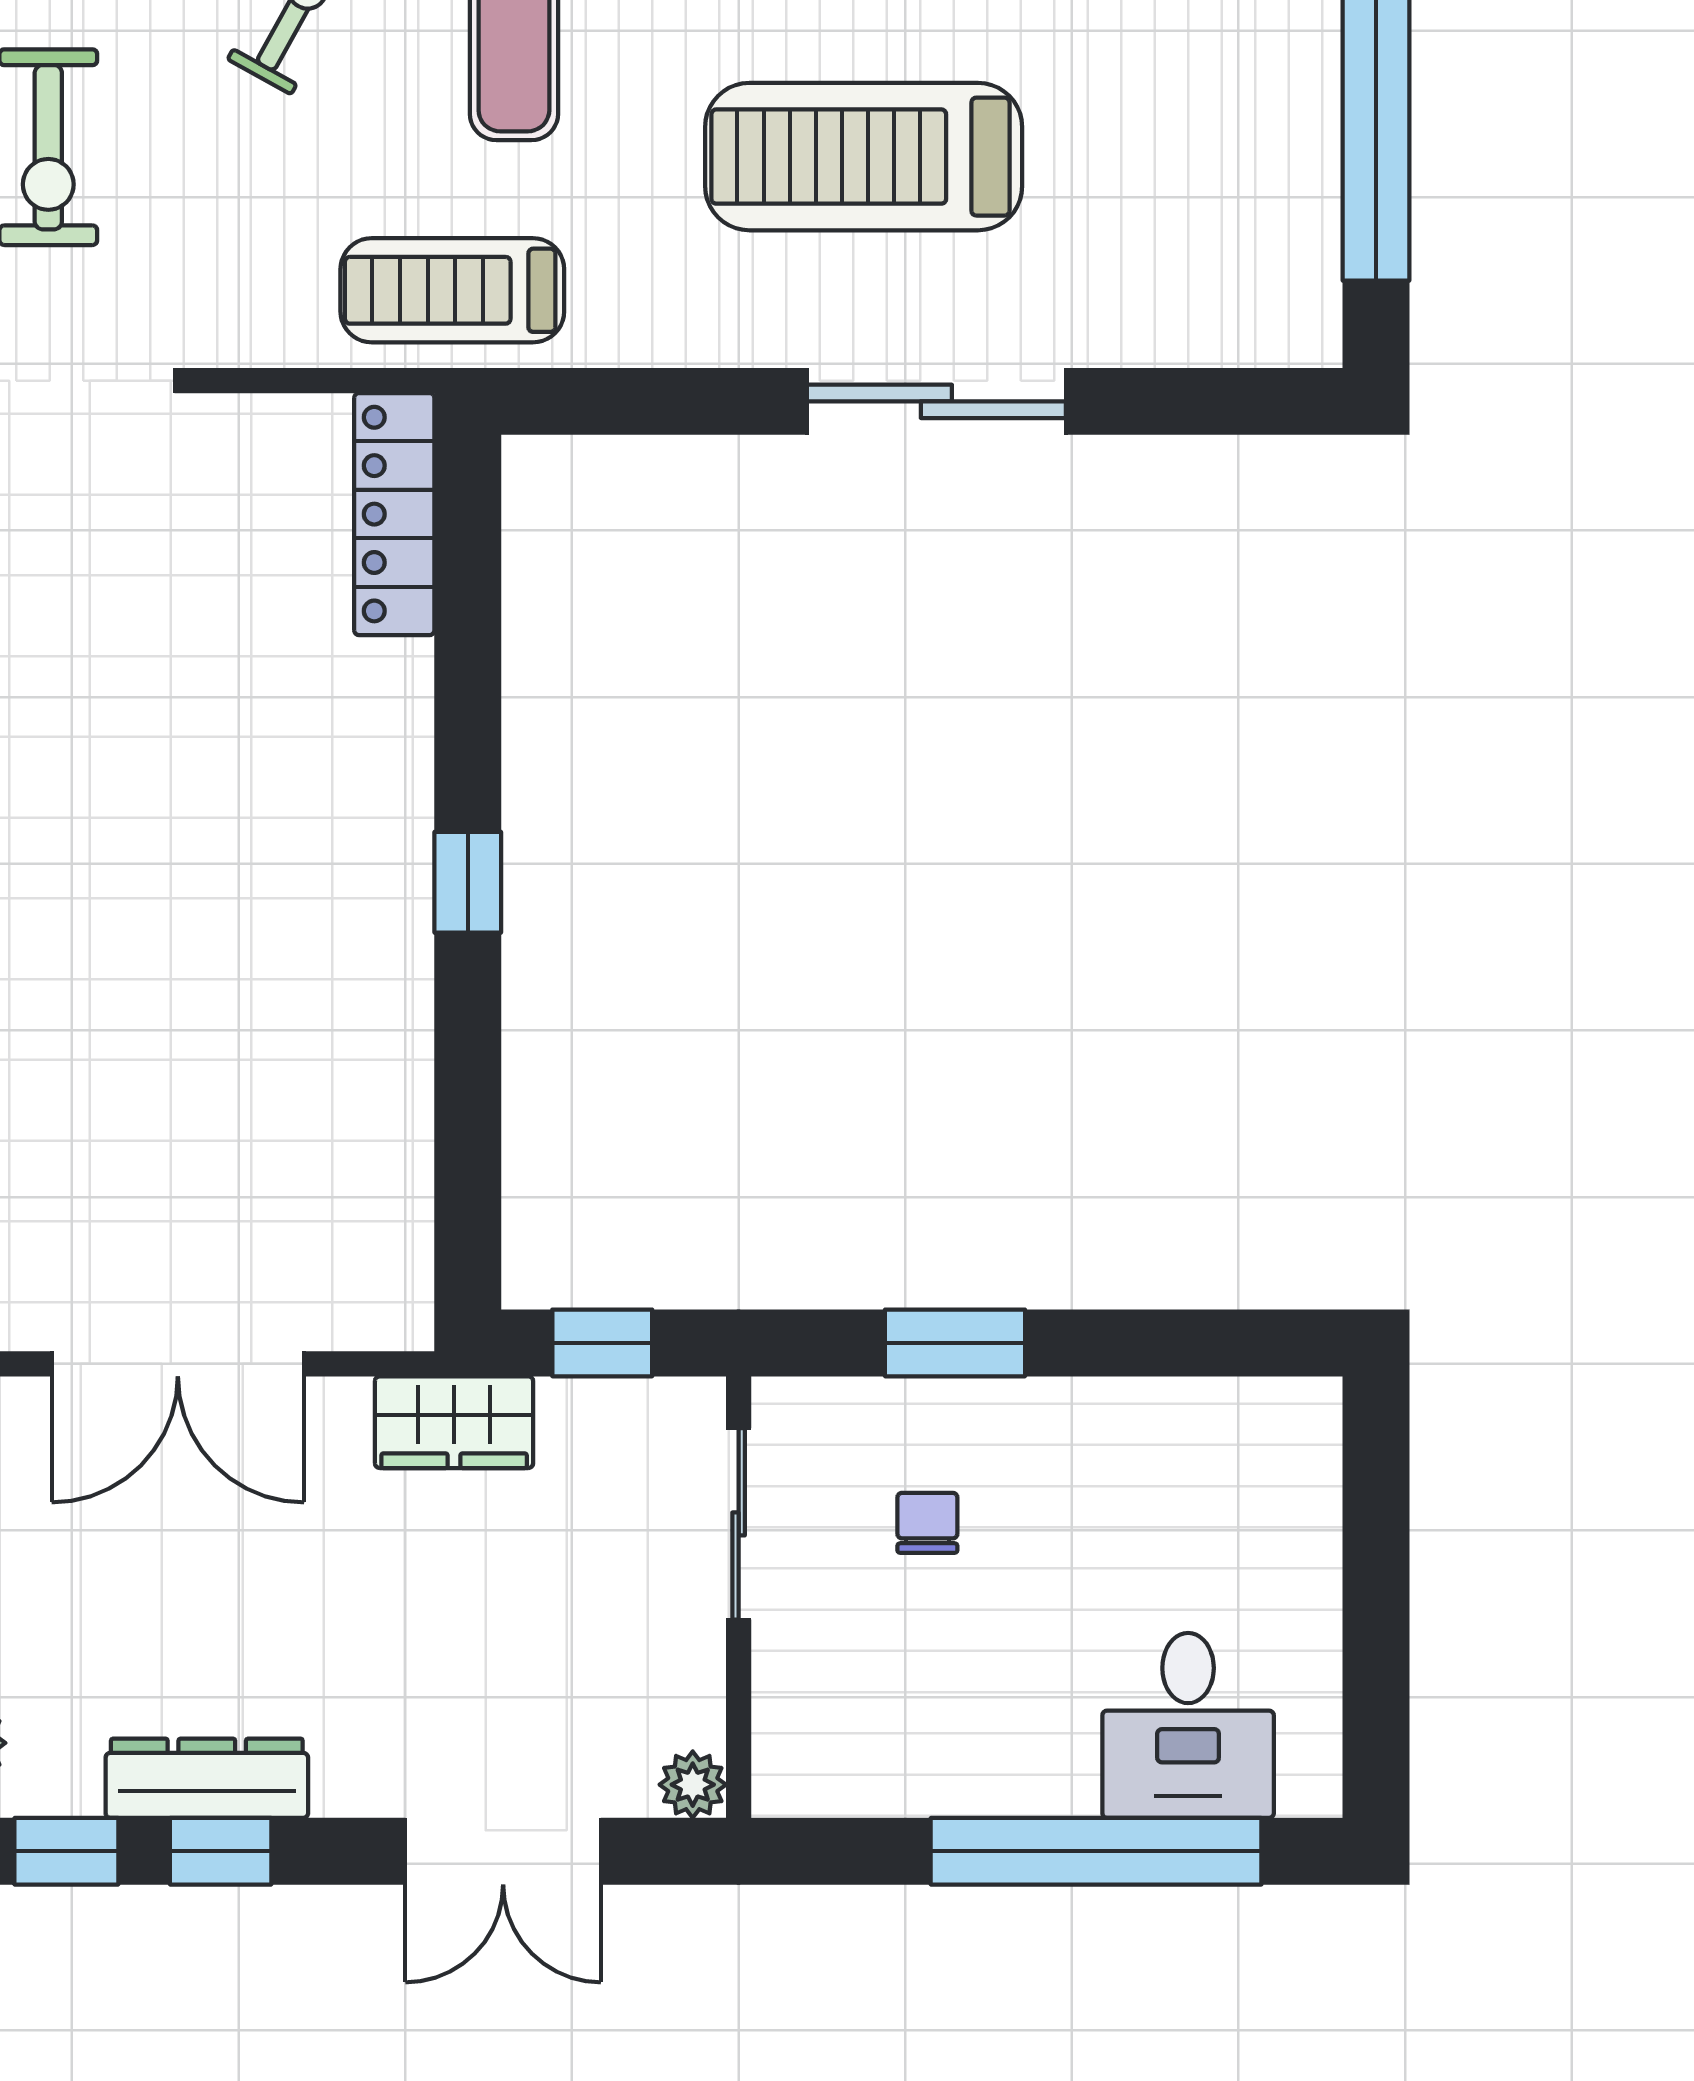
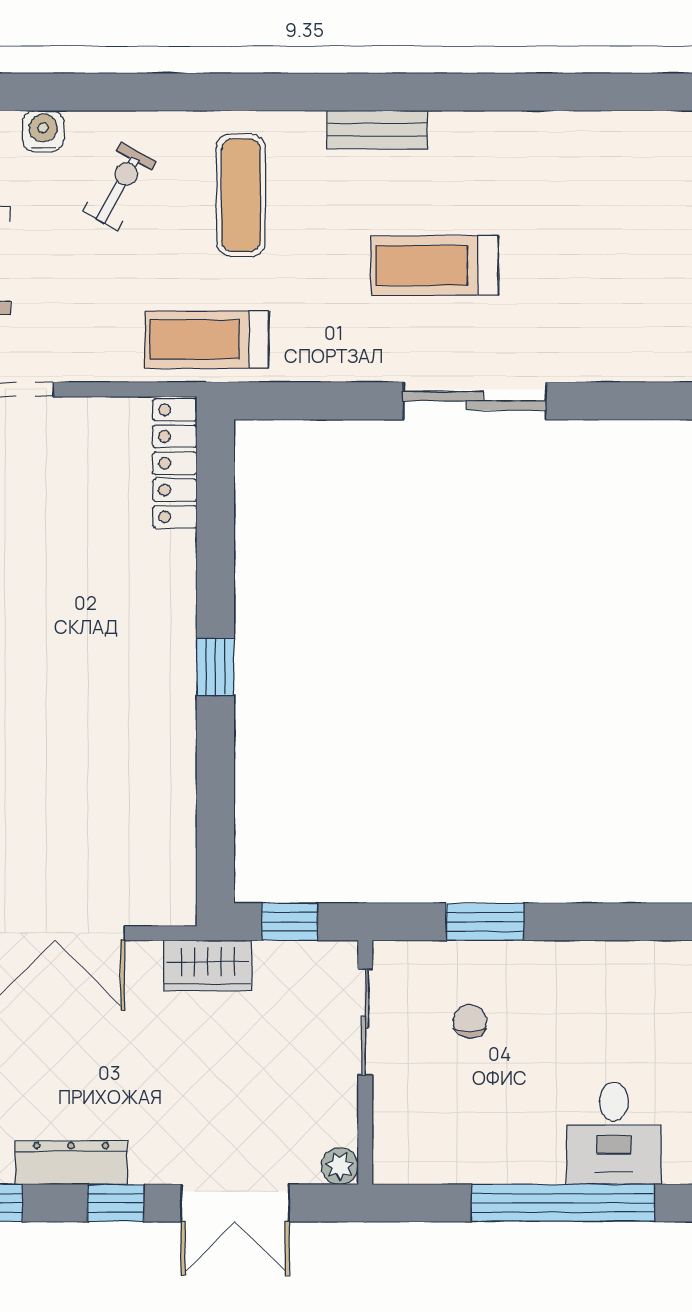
treadmill: (864, 157) -> (434, 265), width x0.73, depth x0.73
window: (221, 1851) -> (116, 1203), moved

